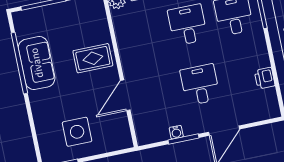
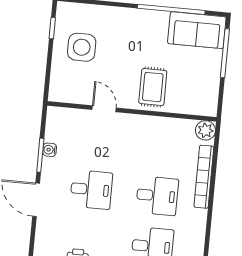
sofa: (37, 63) -> (197, 30), moved
door: (125, 95) -> (104, 109), width x0.73

